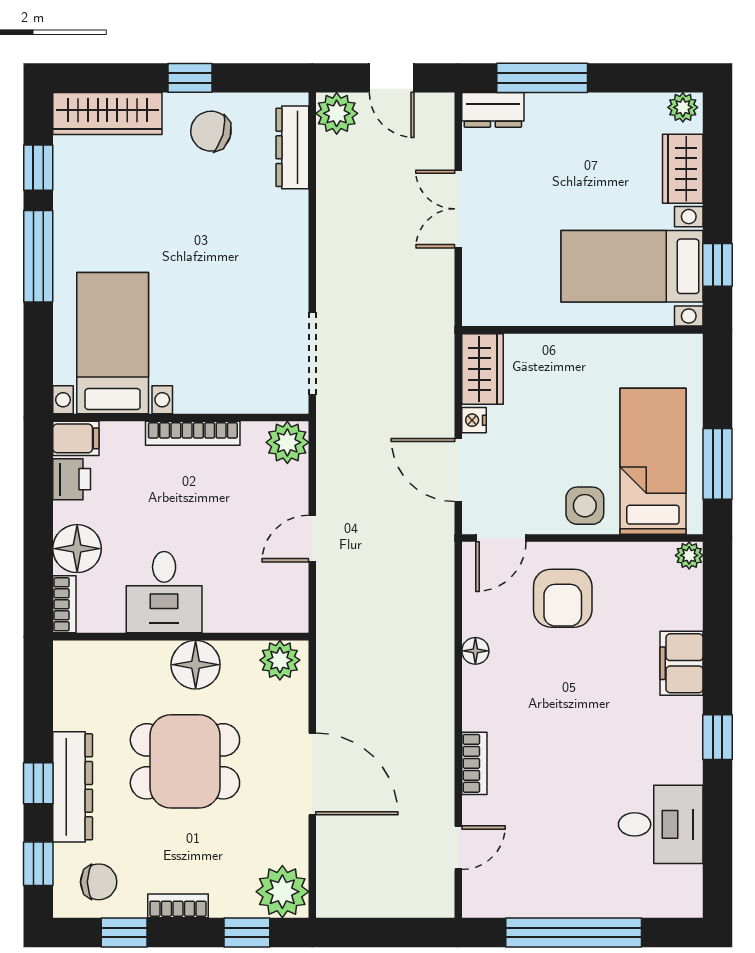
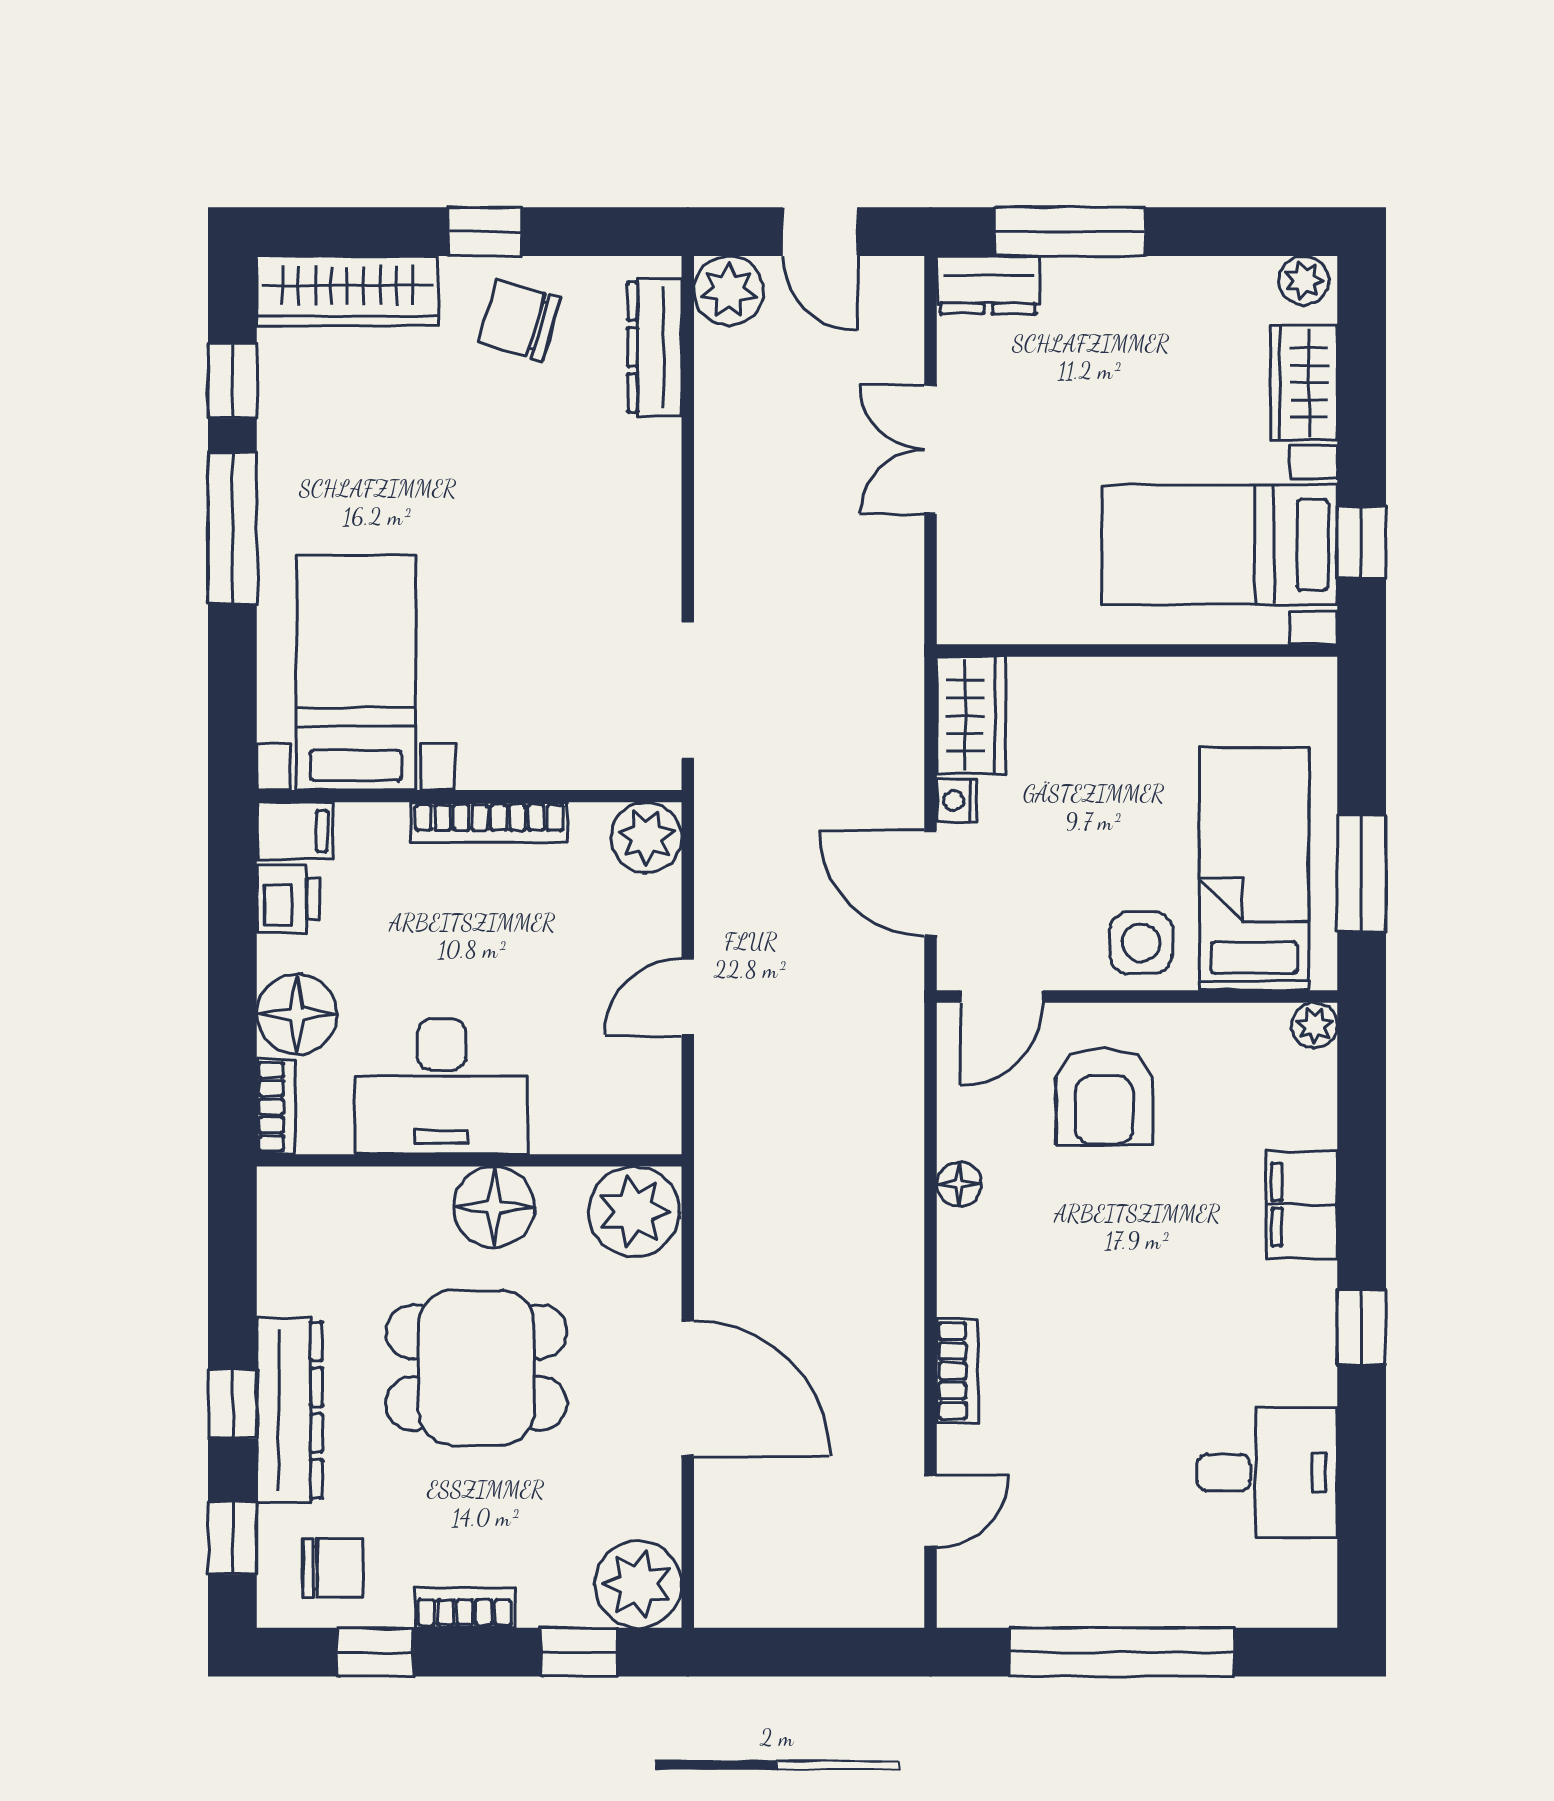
desk: (164, 592) -> (442, 1087), width x1.37
plant: (280, 660) -> (634, 1212), width x1.36, depth x1.36

